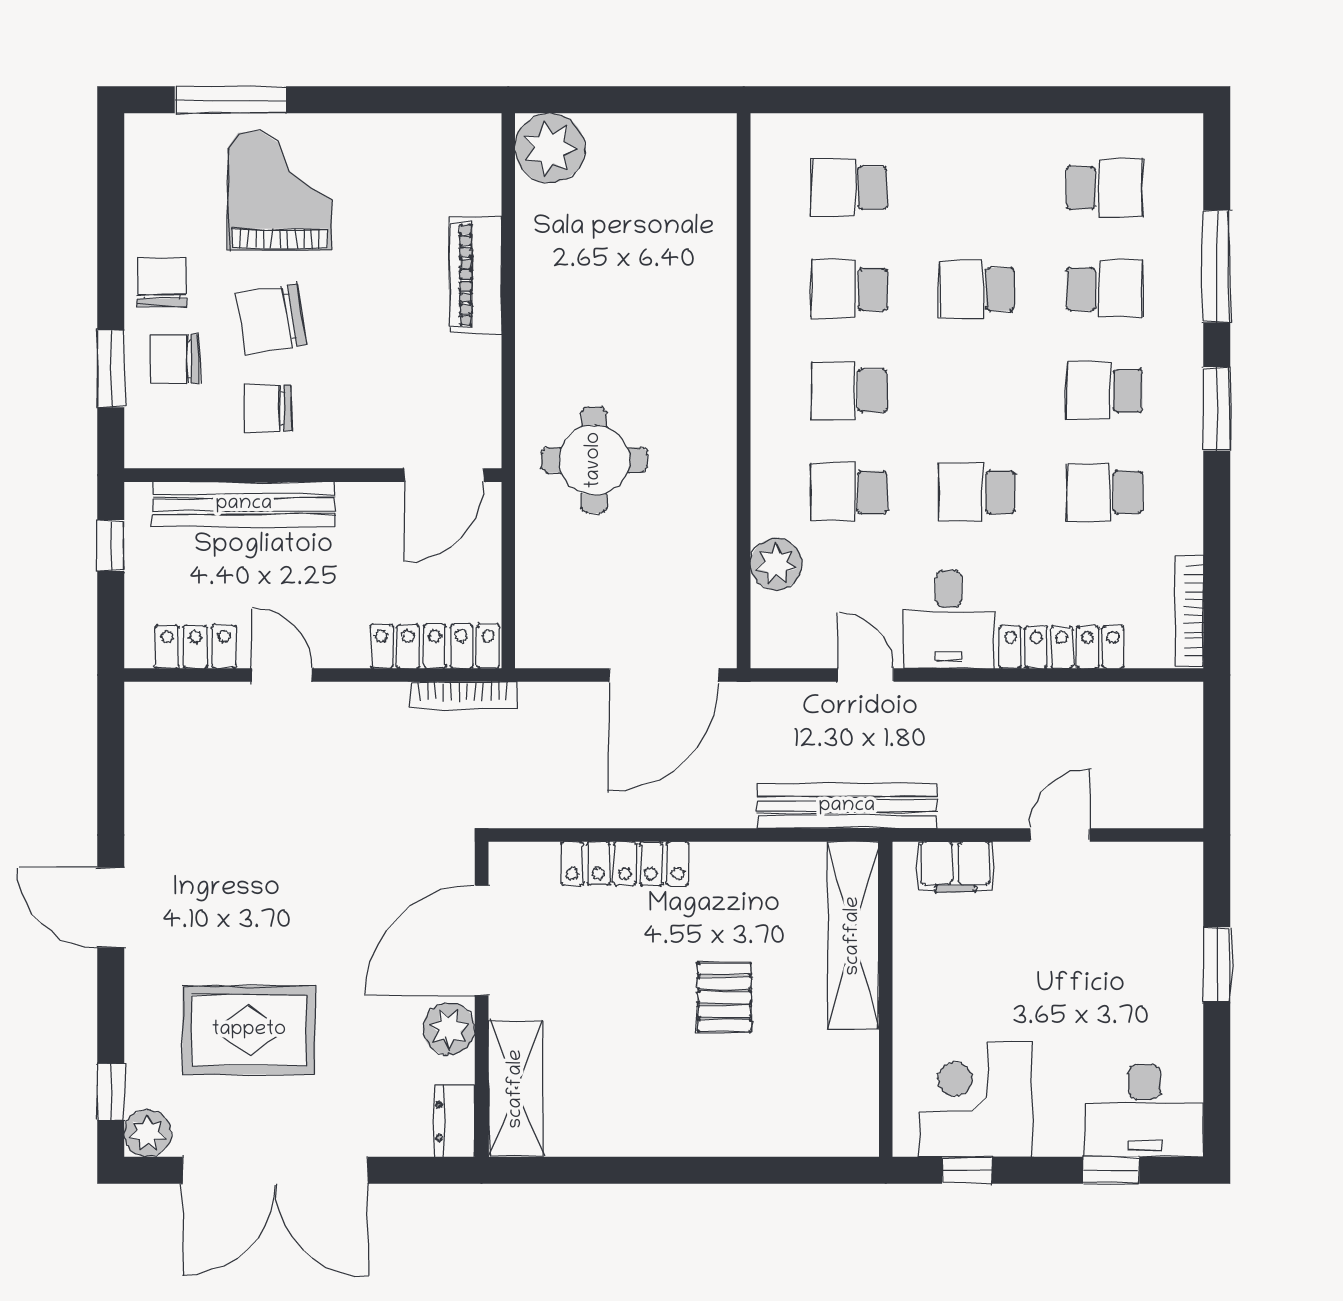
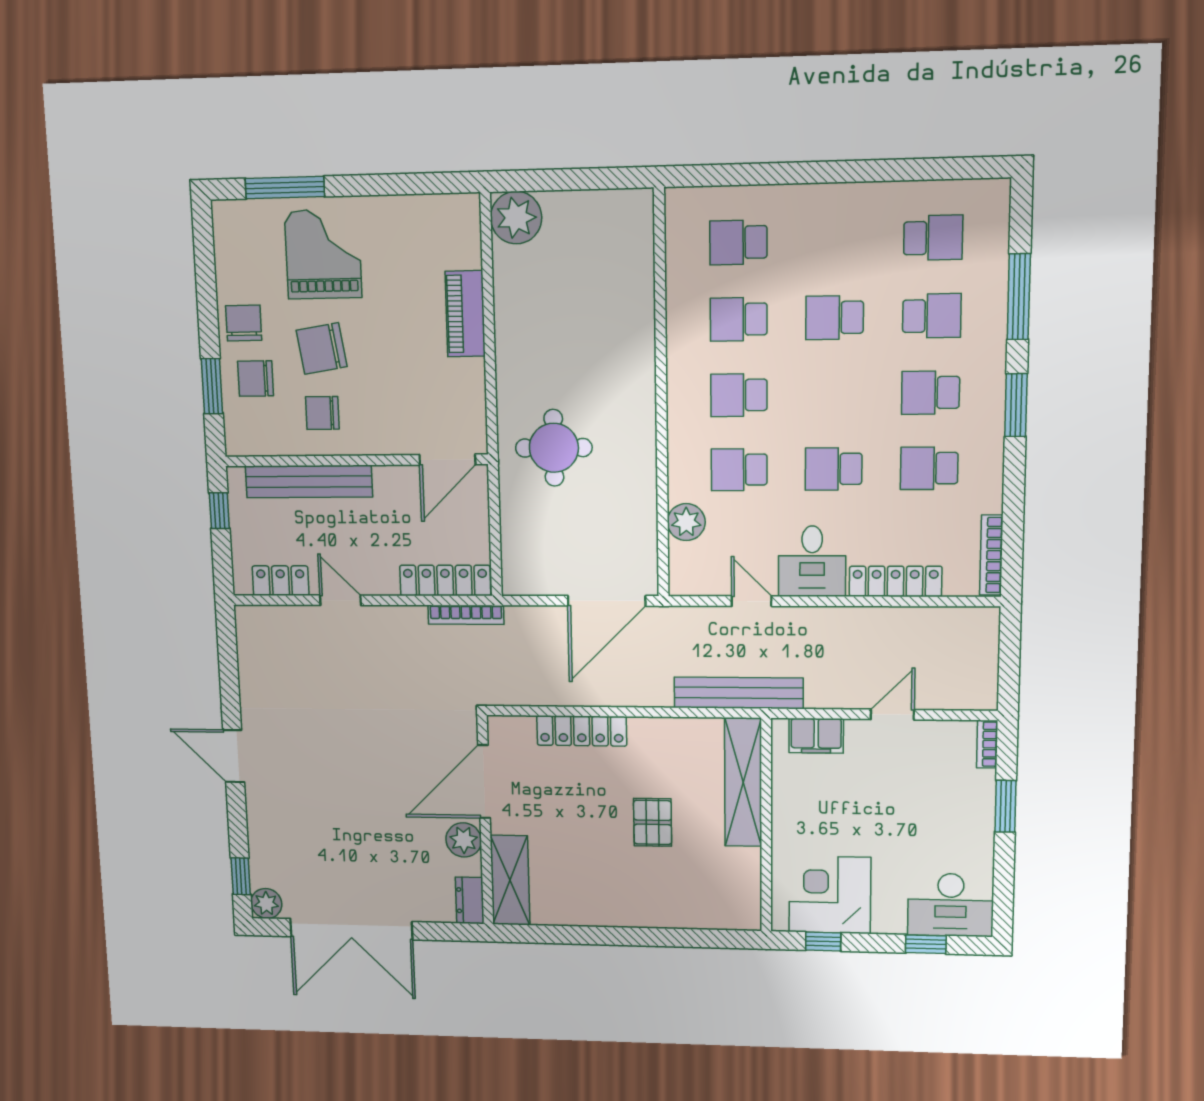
bookcase: (1190, 876) -> (987, 744), added
rug: (249, 1030) -> (329, 838), removed

